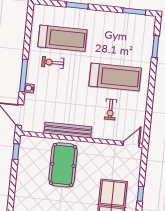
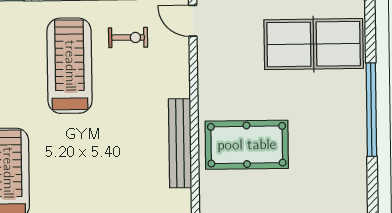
exercise bike: (53, 62) -> (56, 186), removed
exercise bike: (110, 109) -> (128, 38), moved

